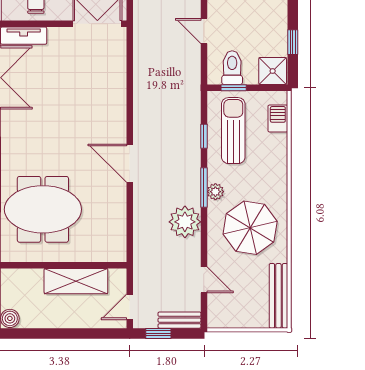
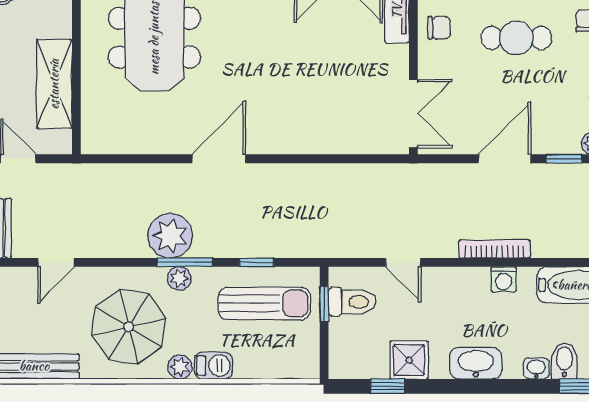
door: (204, 31) -> (403, 262), swing flipped
shower: (273, 71) -> (409, 360), moved
barbecue: (278, 118) -> (213, 366), moved
plant: (279, 191) -> (180, 367), added
plant: (185, 222) -> (170, 236), moved

